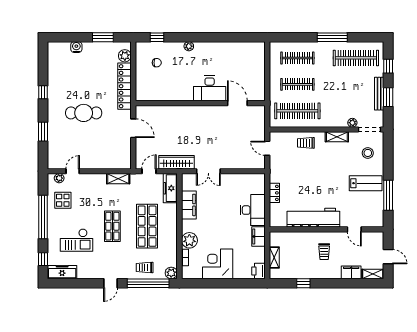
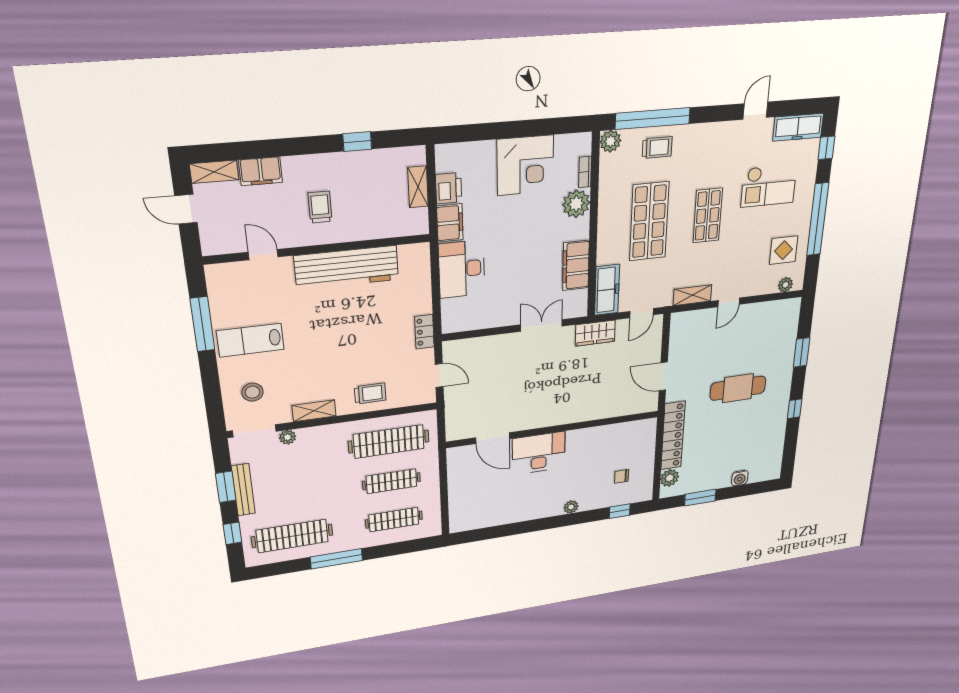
wardrobe: (176, 162) -> (595, 333), width x0.67
door: (73, 171) -> (729, 302), moved
locker: (274, 193) -> (424, 332), moved
checkout: (76, 240) -> (769, 186), turned 180
printer: (258, 271) -> (449, 188), moved
door: (111, 283) -> (755, 111), moved

